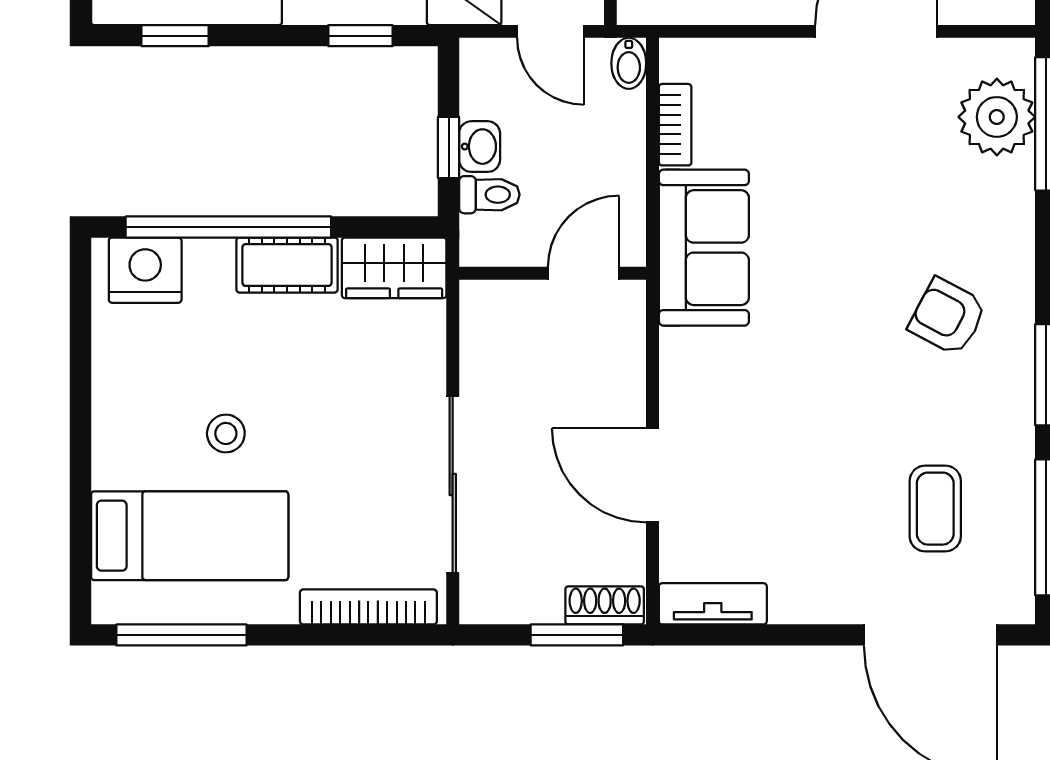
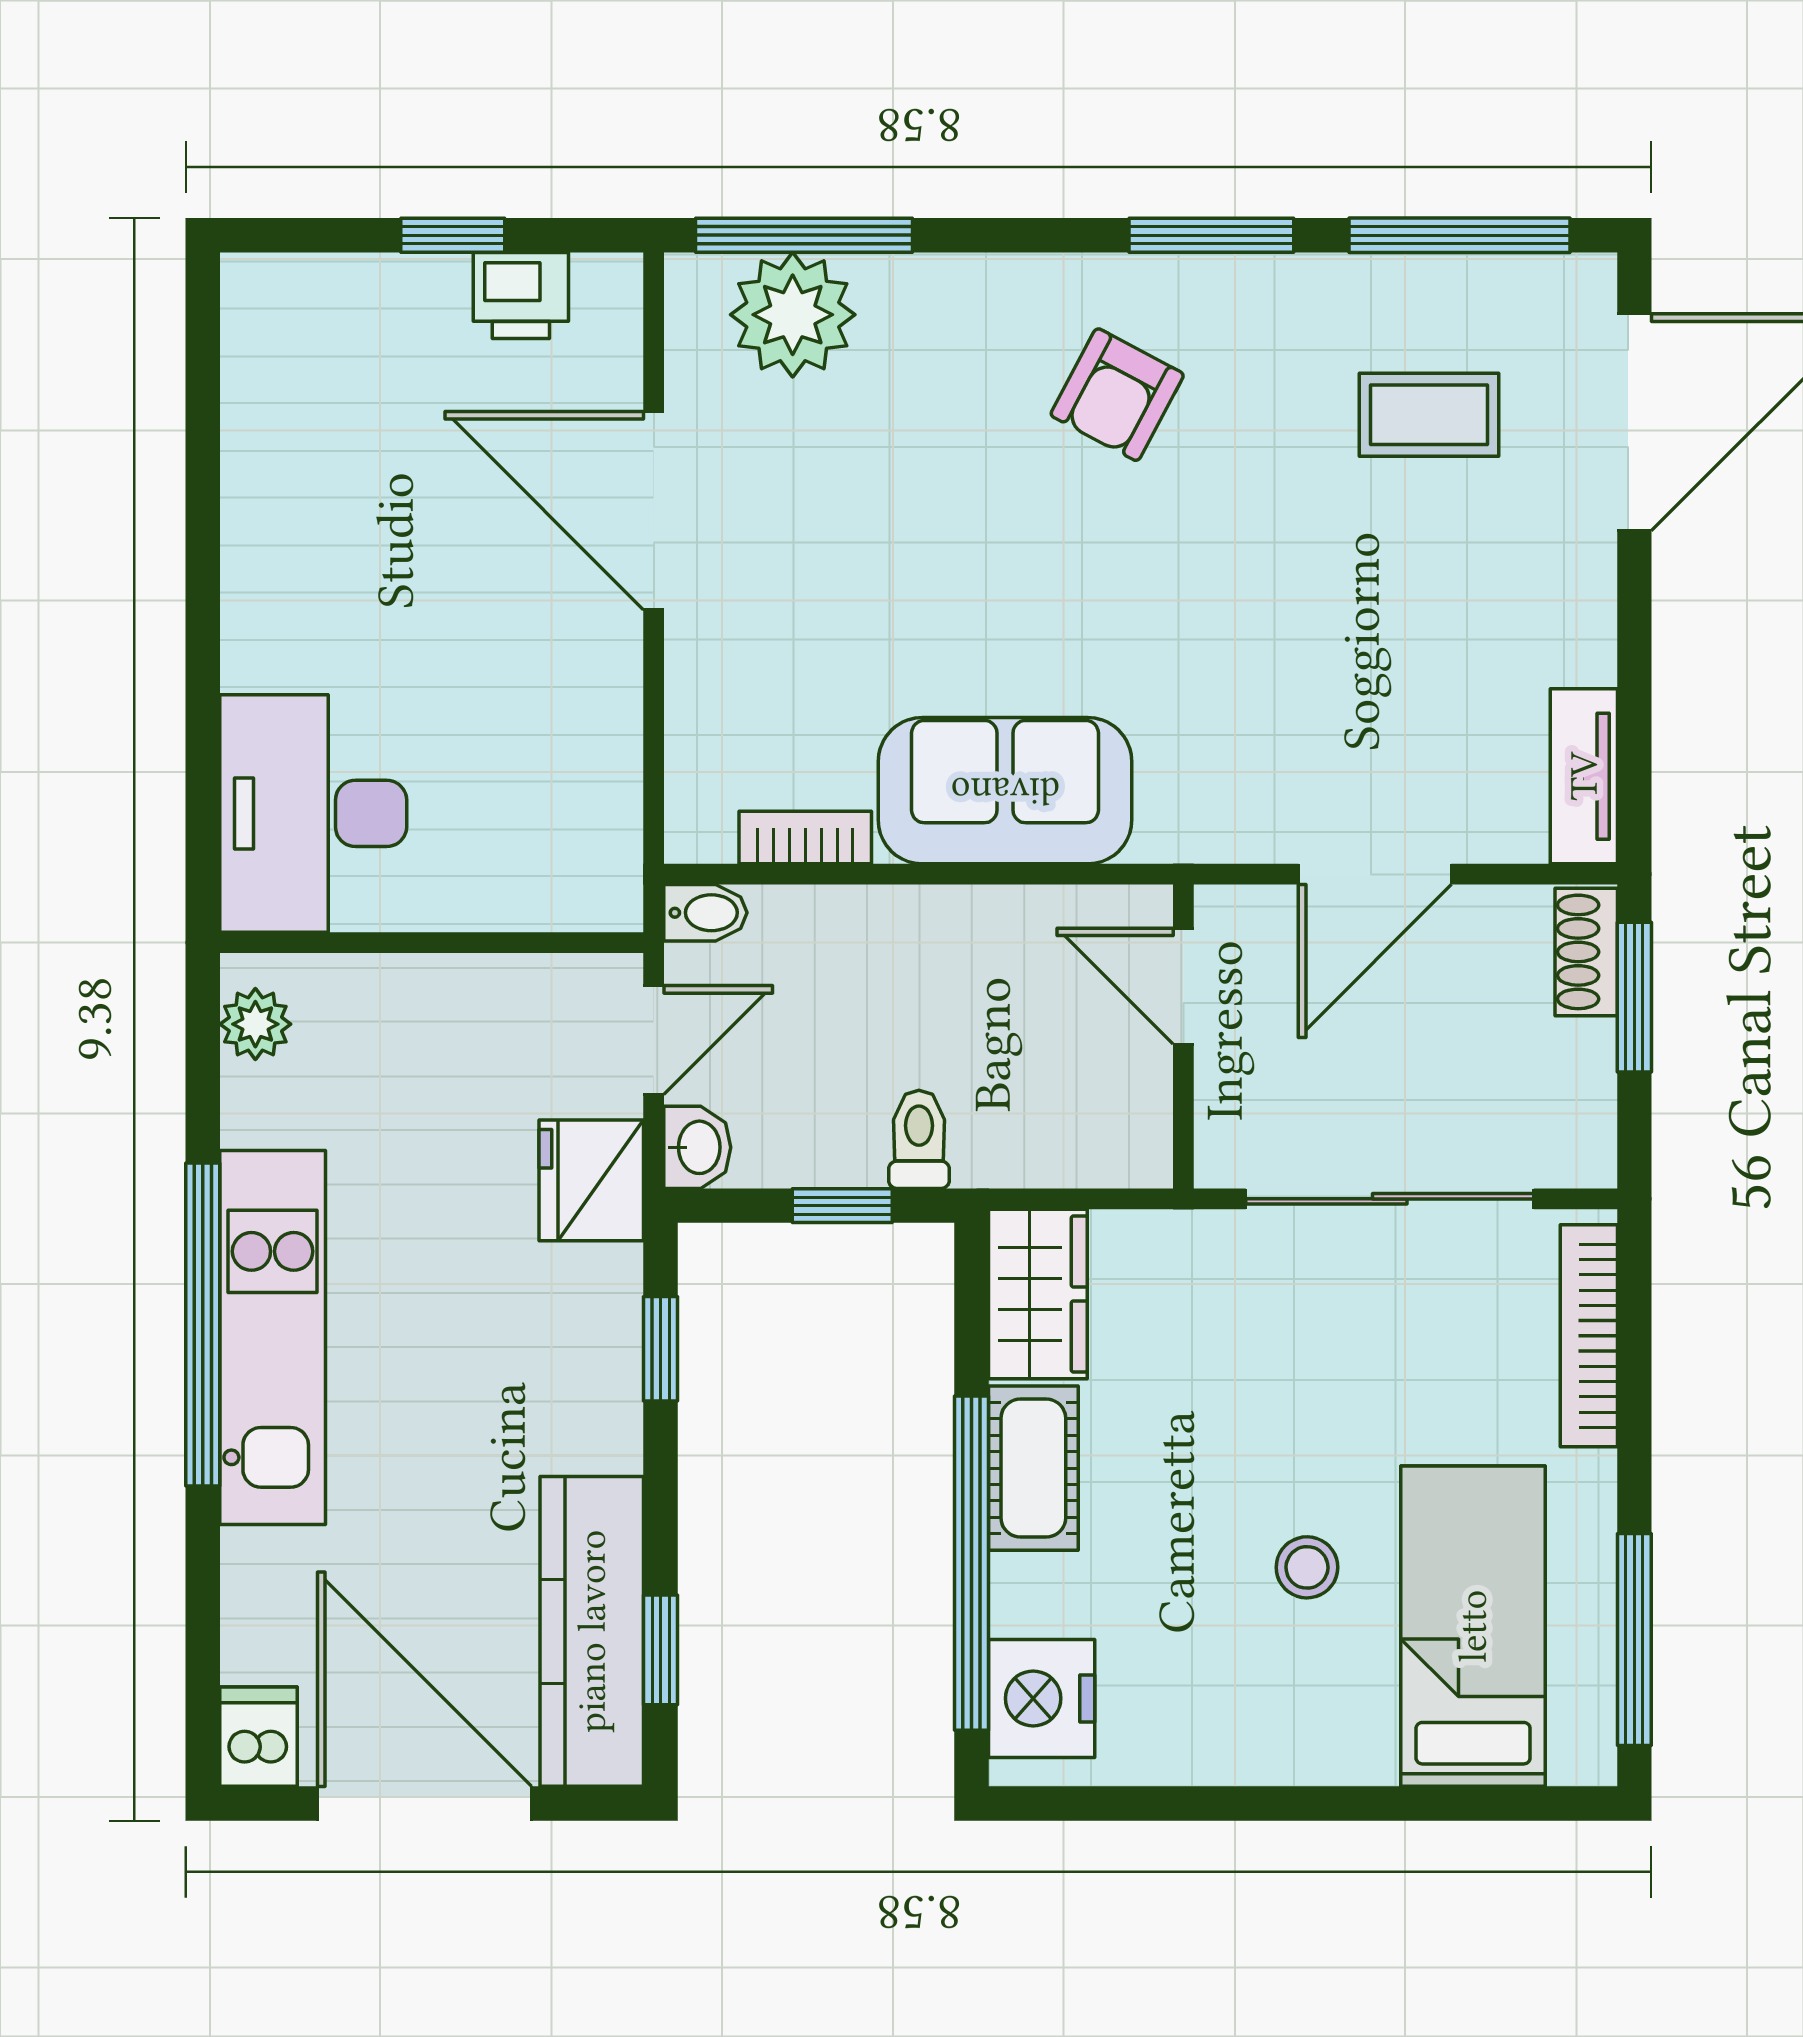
washbasin: (480, 147) -> (697, 1147), moved, turned 90
wall: (553, 273) -> (1183, 1036), moved
door: (584, 273) -> (1183, 986), moved

